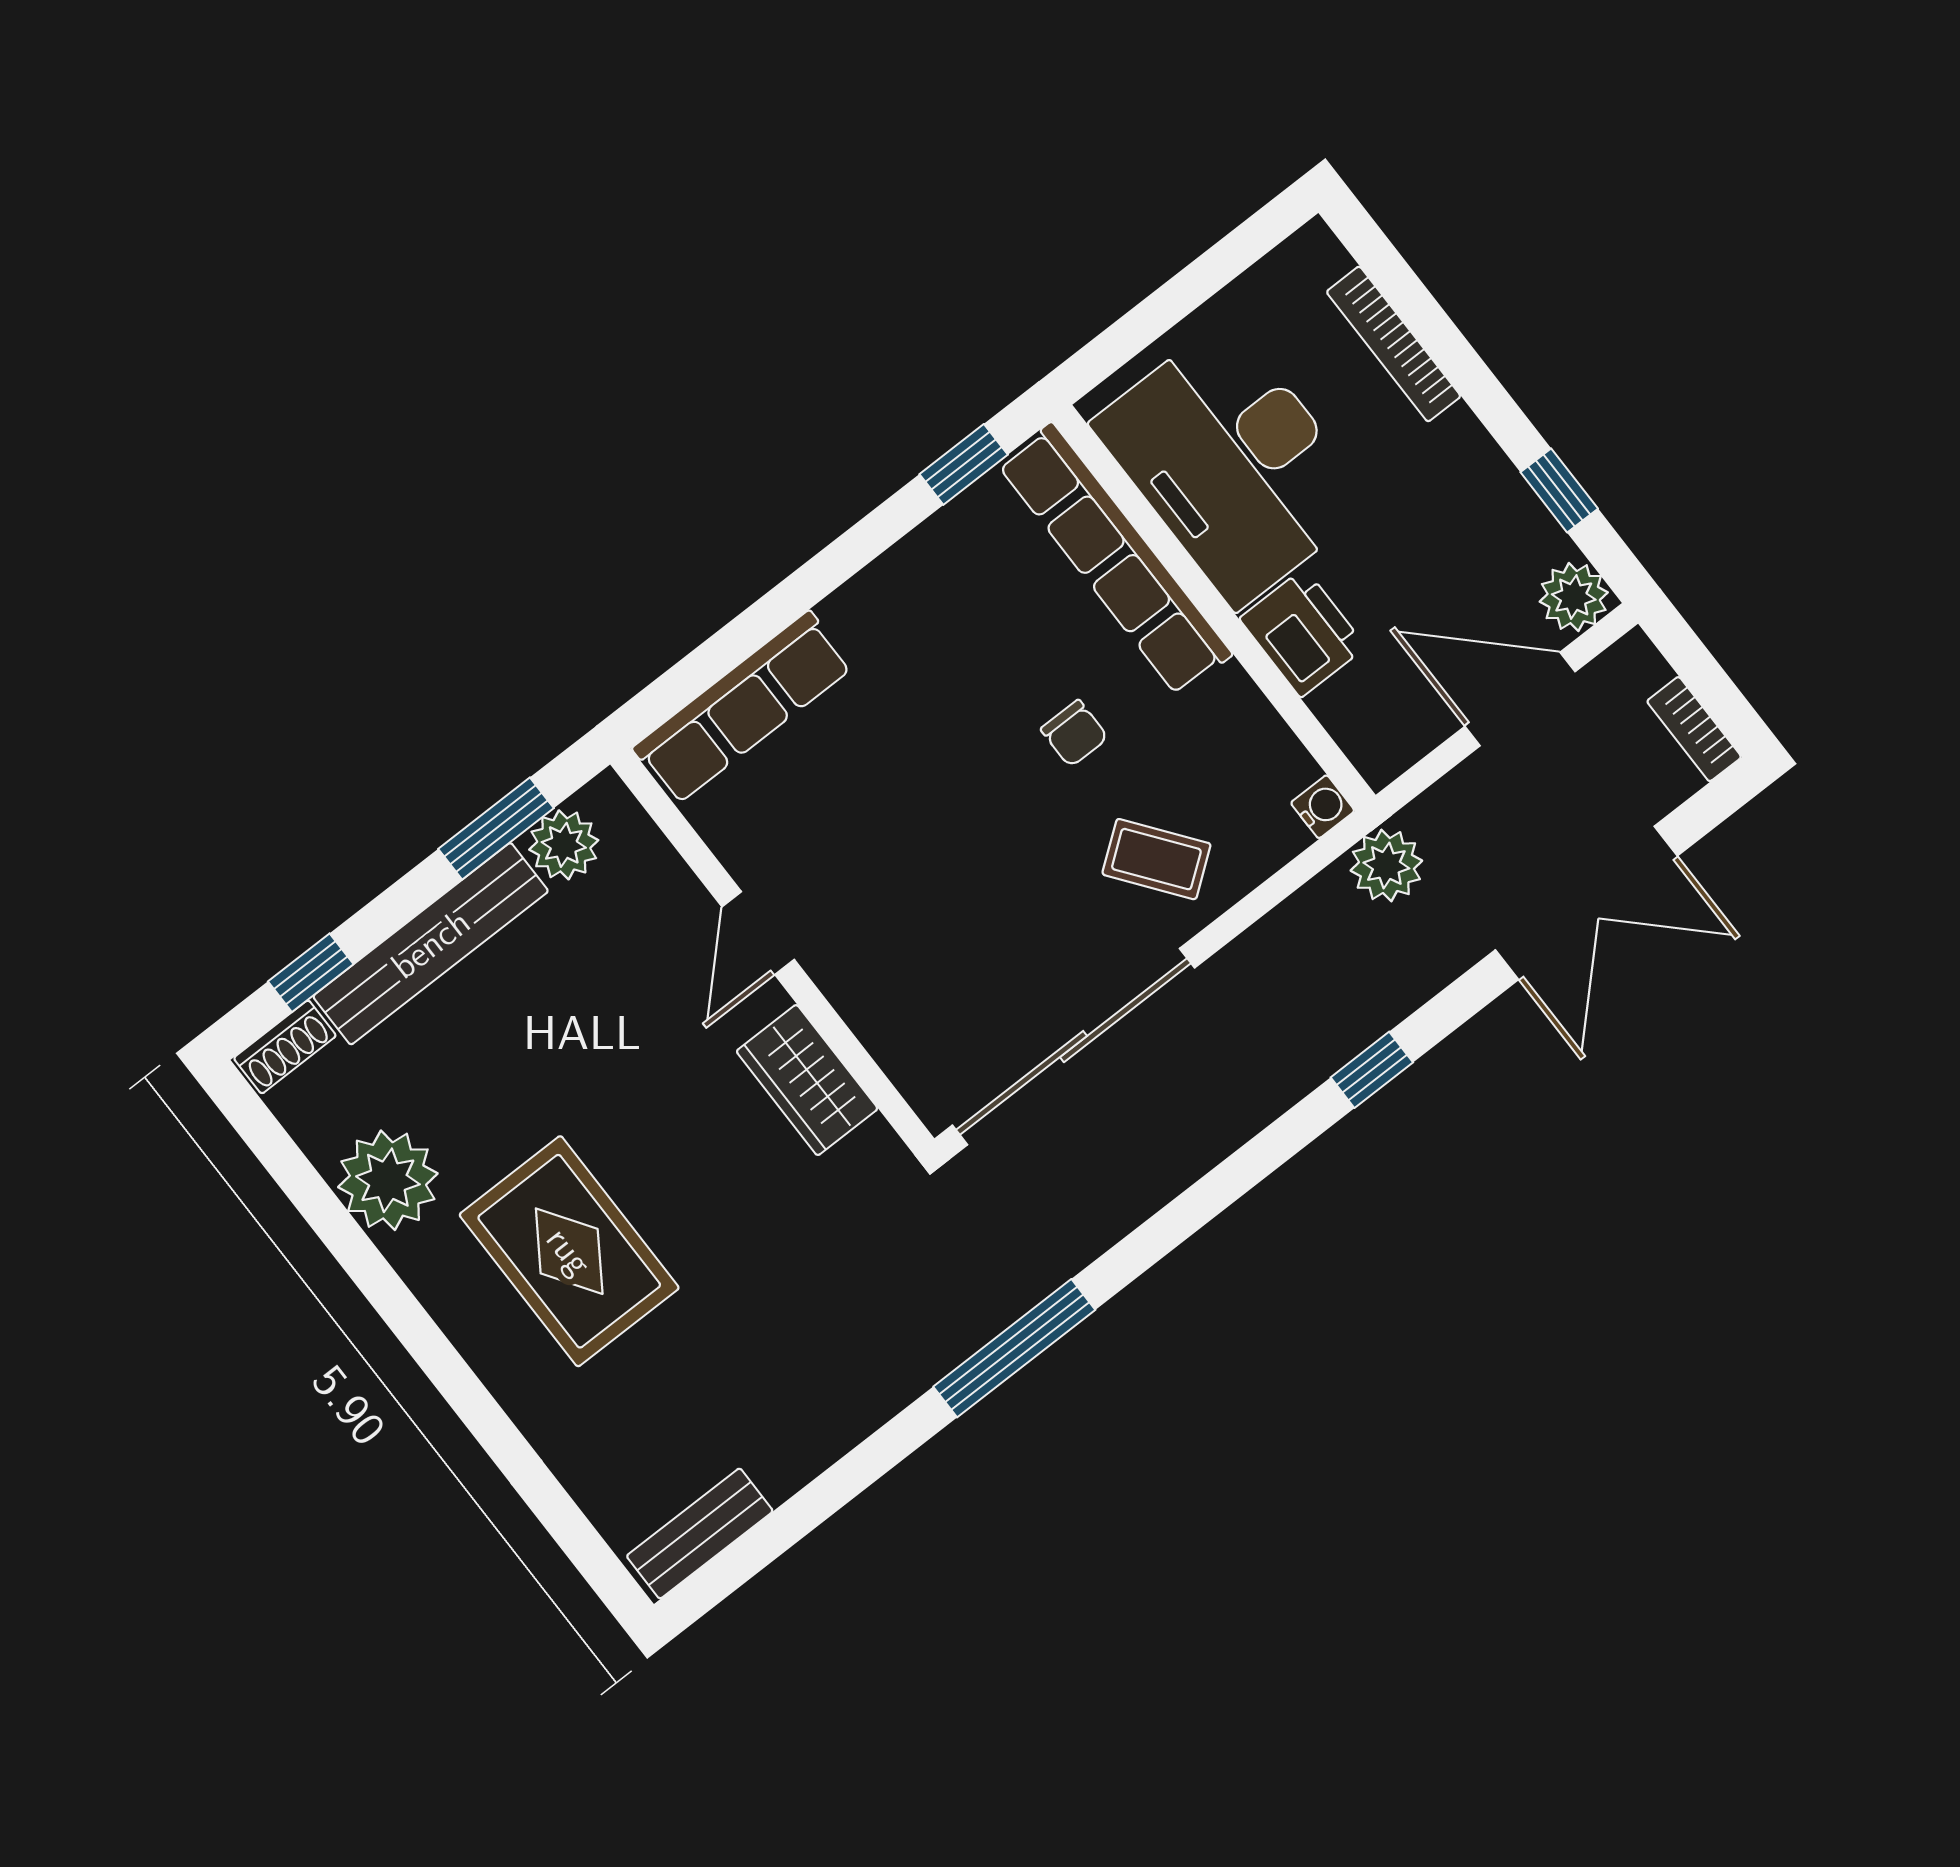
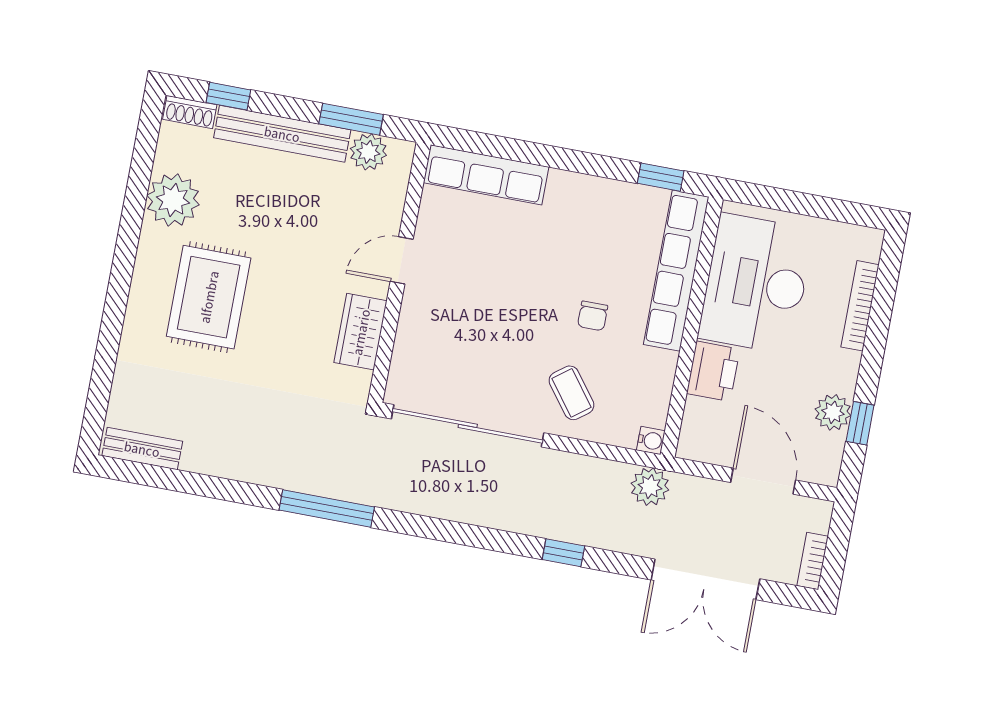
plant: (1574, 597) -> (833, 412), moved

